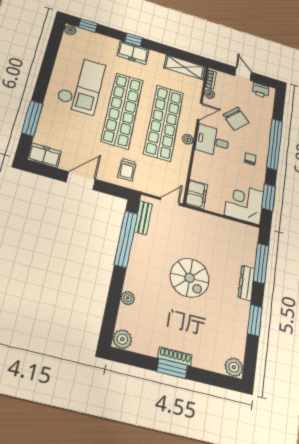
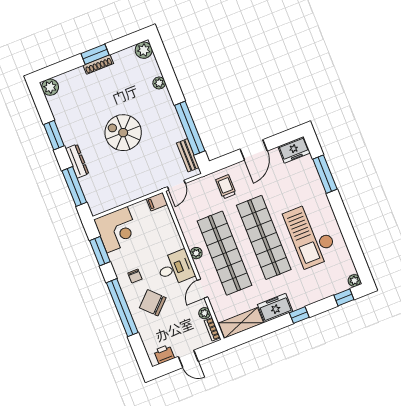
freezer: (133, 53) -> (275, 308), moved
chair: (236, 119) -> (153, 303), moved
filing cabinet: (197, 194) -> (157, 202), width x0.50

